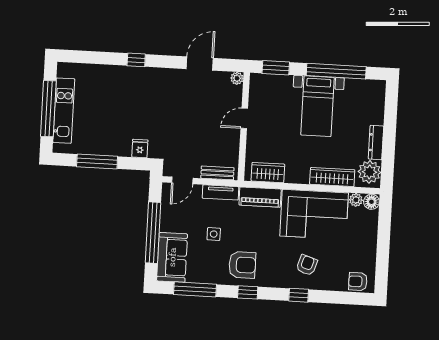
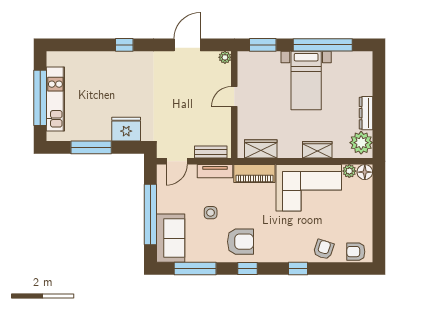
fridge: (140, 148) -> (126, 129), width x1.88, depth x1.34
wardrobe: (332, 177) -> (317, 150), width x0.67
armchair: (307, 265) -> (324, 249), moved

